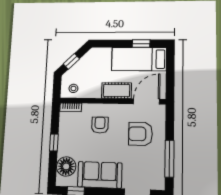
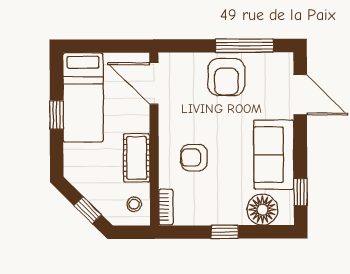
window: (141, 44) -> (57, 115), moved
cot: (117, 91) -> (137, 158), moved
armchair: (141, 134) -> (226, 77), moved

